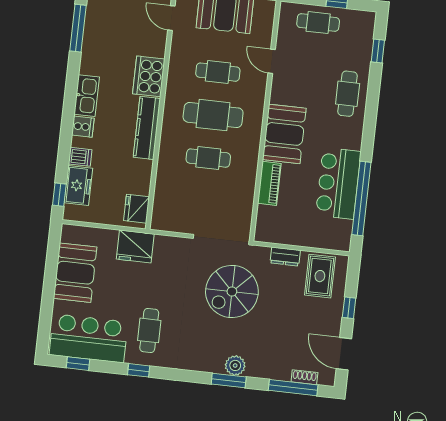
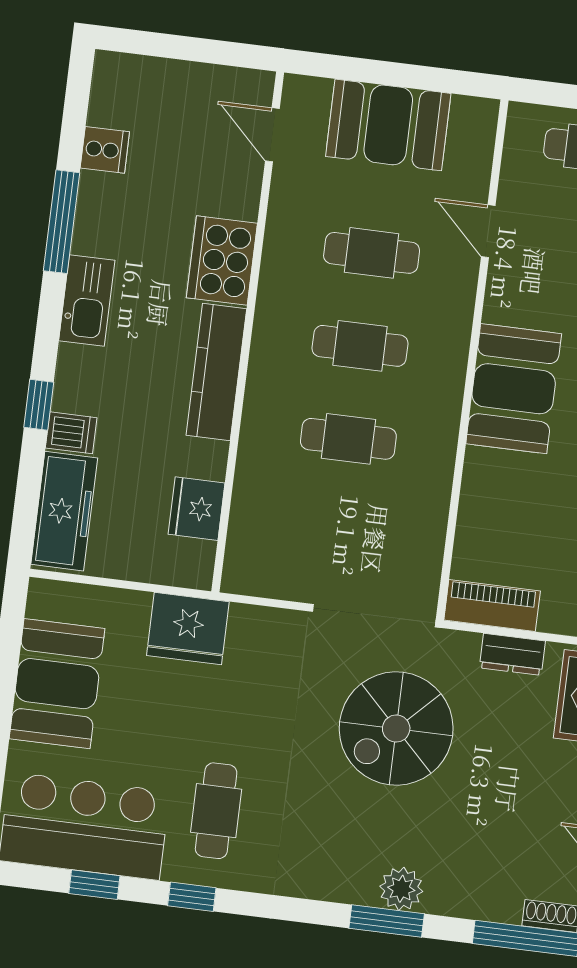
window: (78, 28) -> (62, 222), moved
cafe table: (213, 115) -> (360, 346), width x0.73, depth x0.74
cooker: (83, 127) -> (105, 150), moved
piano: (269, 183) -> (492, 606), moved, turned -90
freezer: (78, 186) -> (64, 511), width x1.40
window: (59, 195) -> (39, 405), moved
fridge: (137, 209) -> (197, 509), moved
window: (78, 364) -> (94, 885), moved

